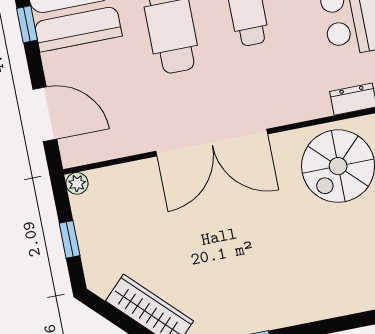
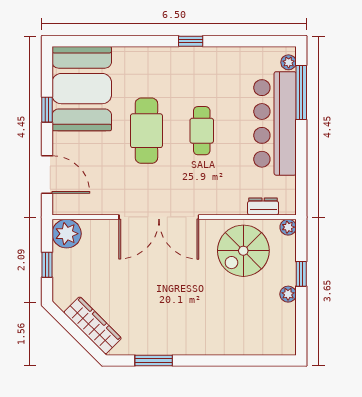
plant: (77, 183) -> (67, 234), width x1.87, depth x1.87

